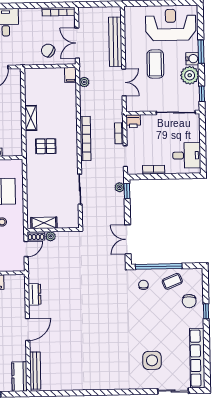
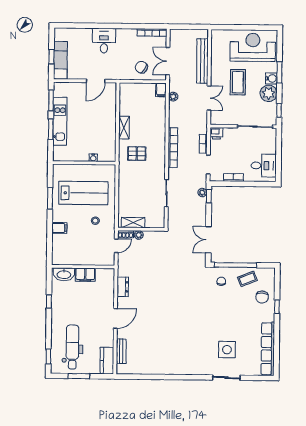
bench: (35, 371) -> (121, 351), width x0.73
sliding door: (173, 391) -> (226, 378), moved

